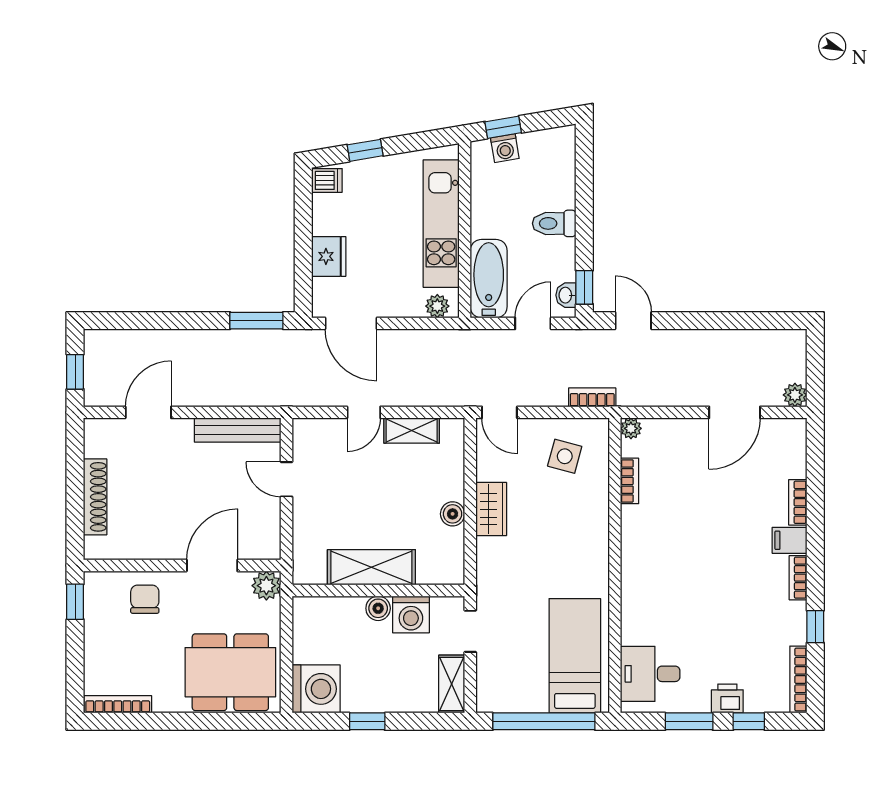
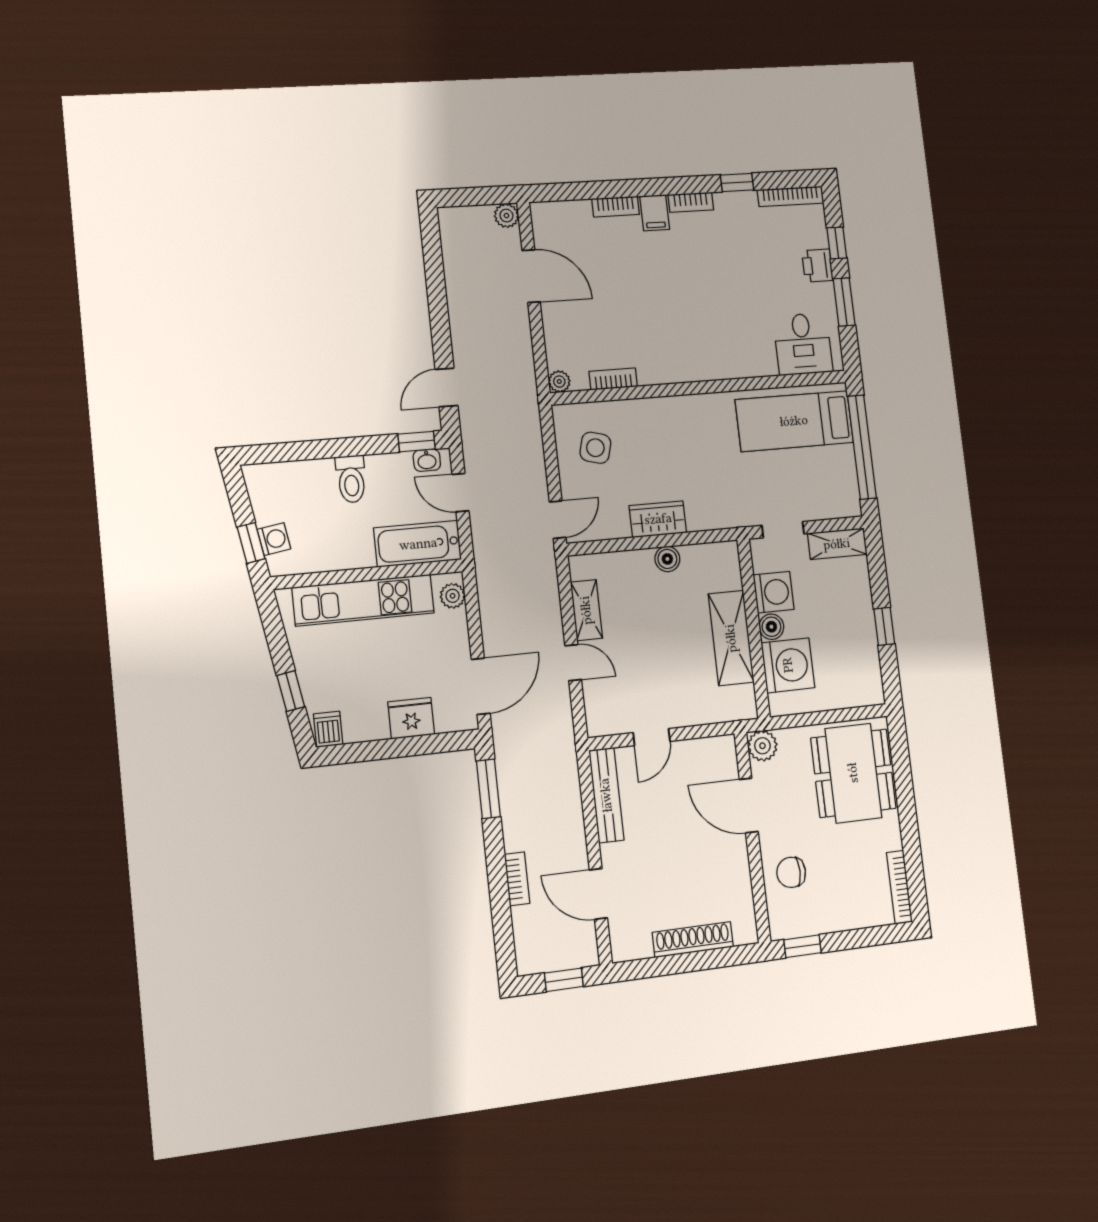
bookcase: (592, 397) -> (517, 879), moved, turned 180
washing machine: (316, 689) -> (788, 665), moved, turned 90

